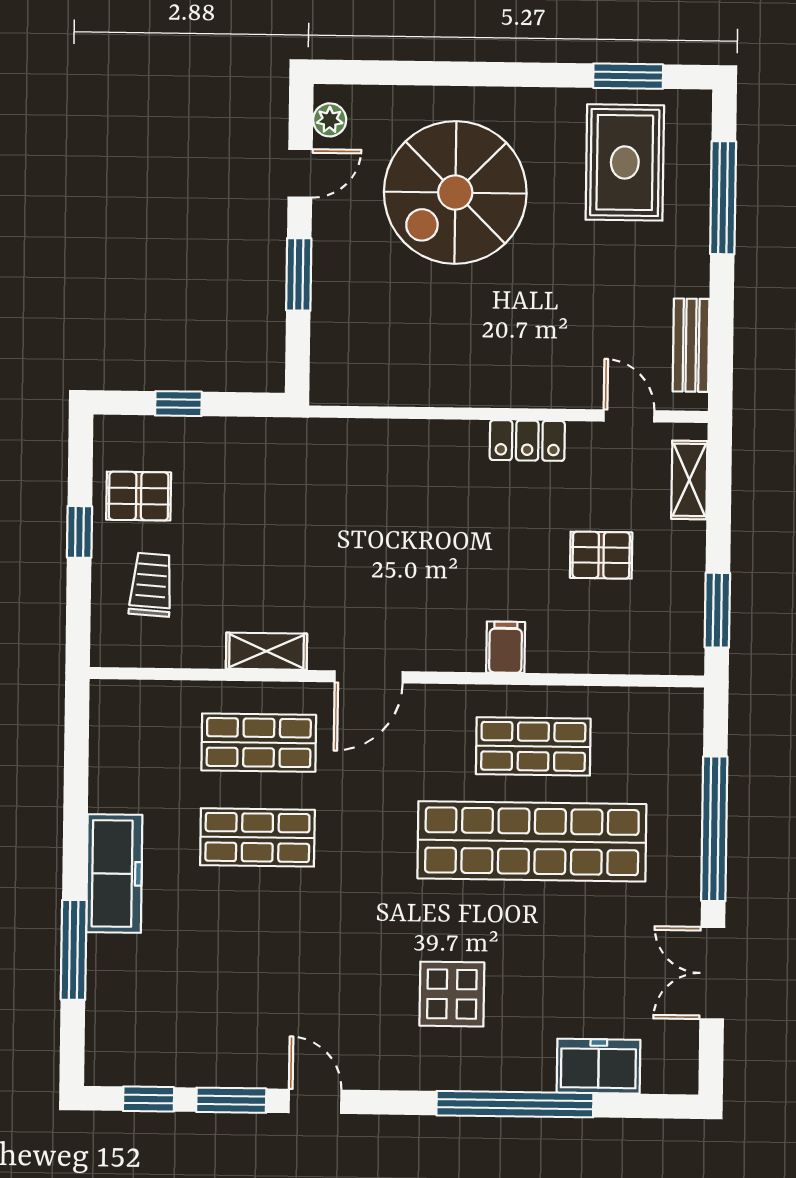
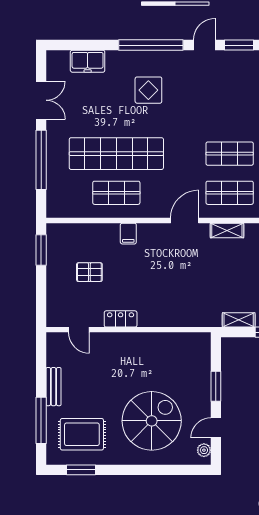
rug: (625, 162) -> (82, 434), turned 90
bench: (691, 345) -> (54, 387), moved
shelving: (689, 480) -> (239, 320), moved, turned 90
door: (315, 1101) -> (204, 45), swing flipped
window: (515, 1104) -> (151, 45), moved

